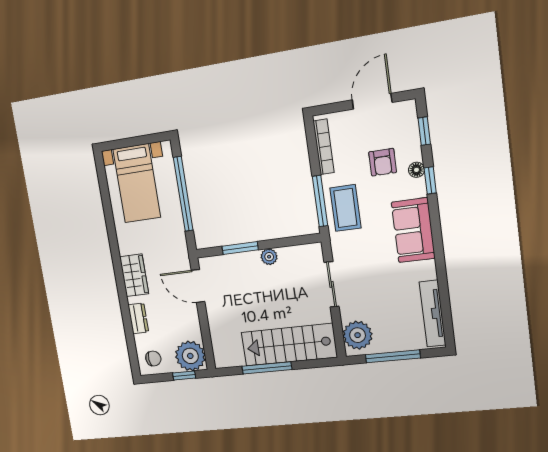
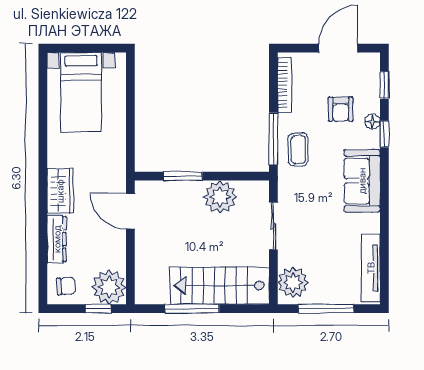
window: (183, 194) -> (130, 111), removed
coffee table: (345, 208) -> (298, 149), width x0.73, depth x0.77
plant: (269, 257) -> (220, 197), width x1.88, depth x1.88
dresser: (138, 318) -> (57, 239), width x1.44

